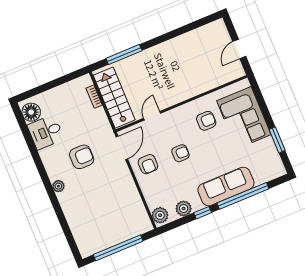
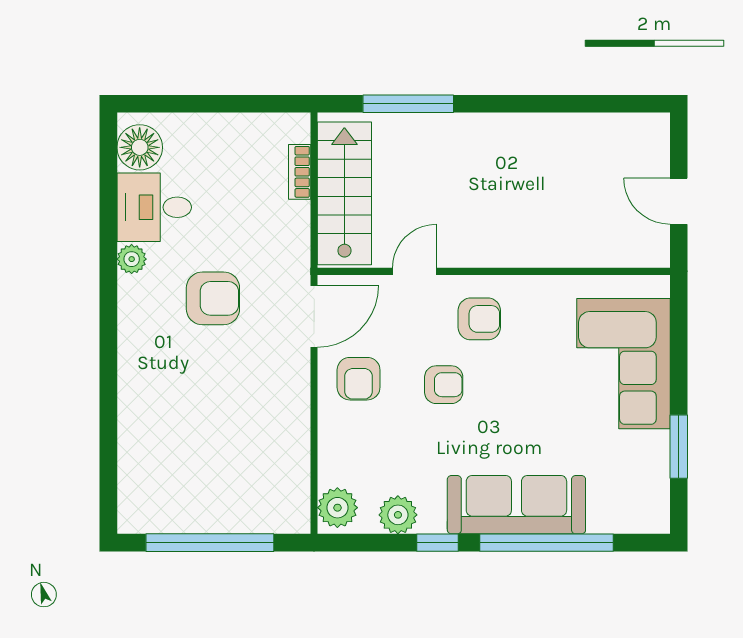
door: (239, 49) -> (679, 201), hinge flipped
armchair: (206, 121) -> (479, 319), moved
plant: (58, 186) -> (132, 259), moved

